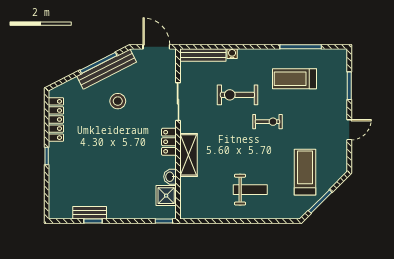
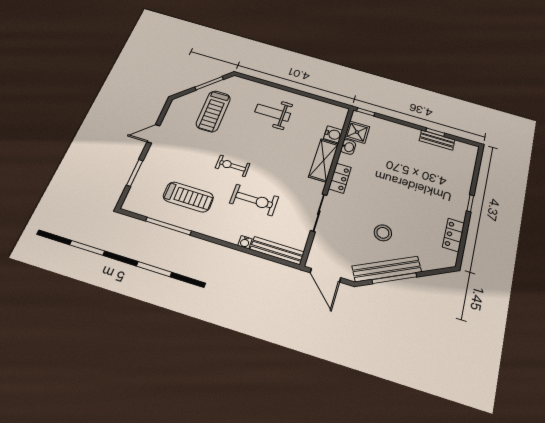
locker: (56, 120) -> (454, 235), width x0.66
water cooler: (188, 185) -> (333, 134), added

